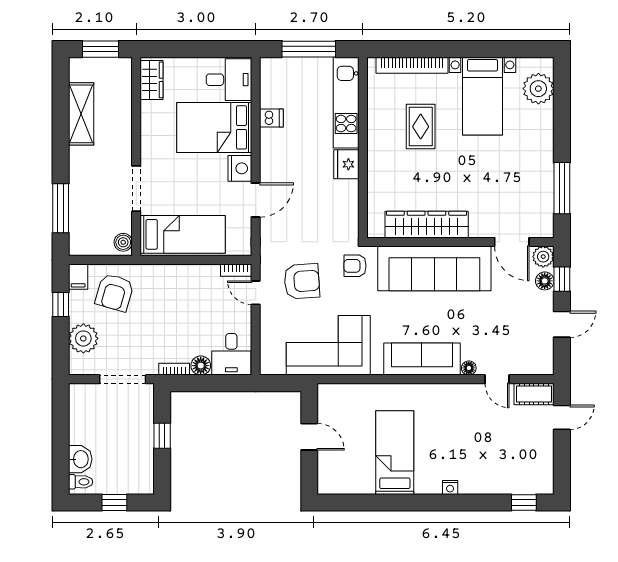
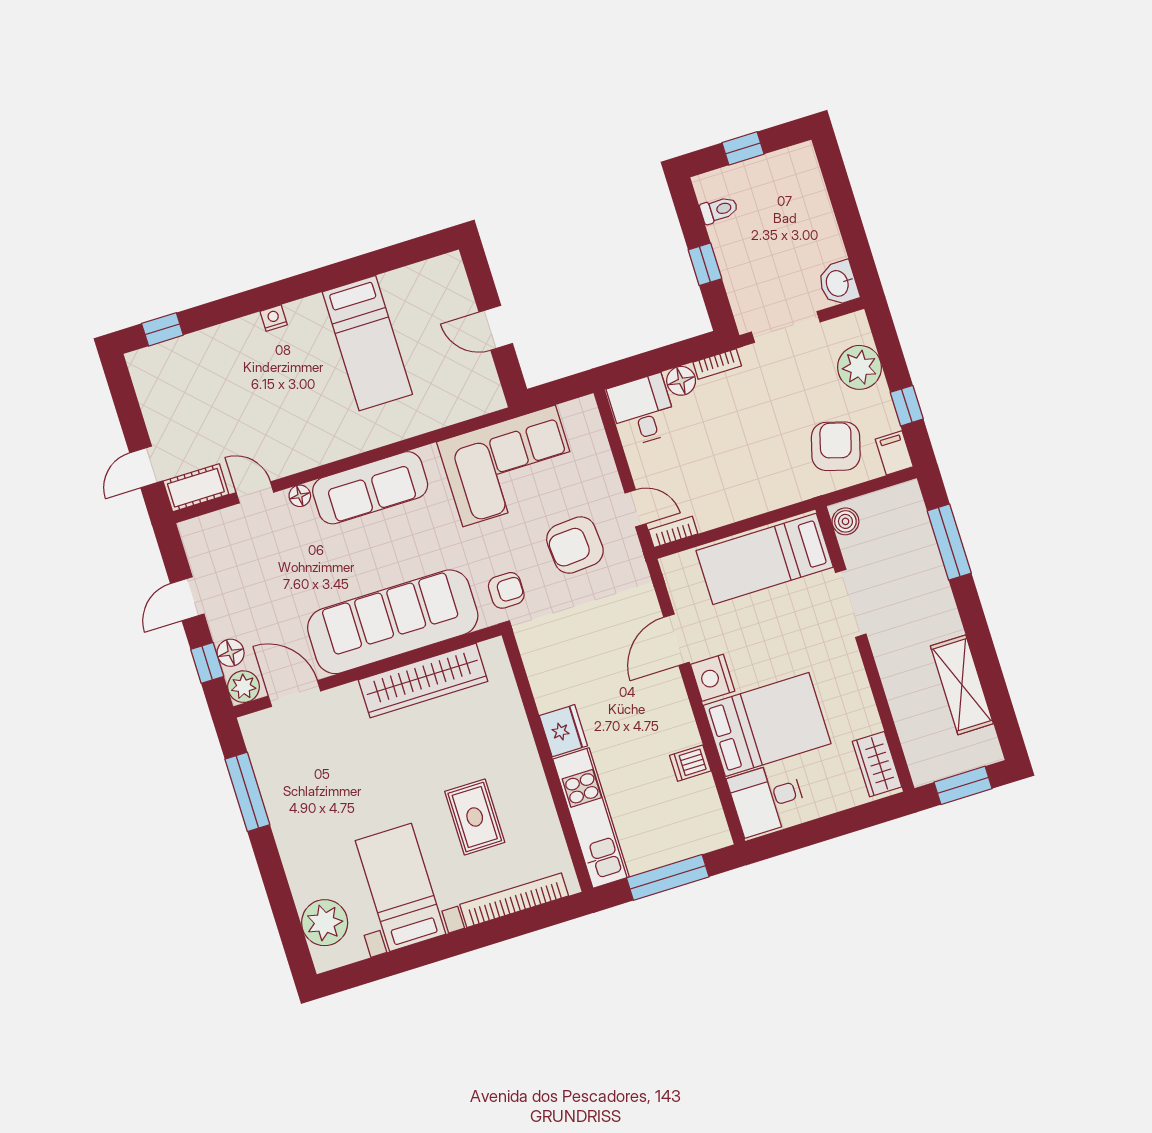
washbasin: (80, 459) -> (838, 283), moved
toilet: (81, 482) -> (719, 210), moved, turned 180

